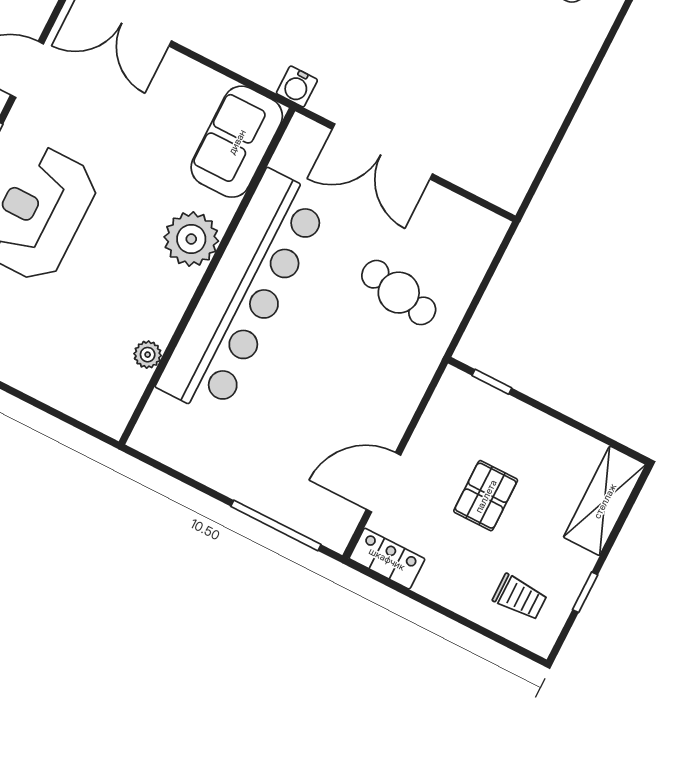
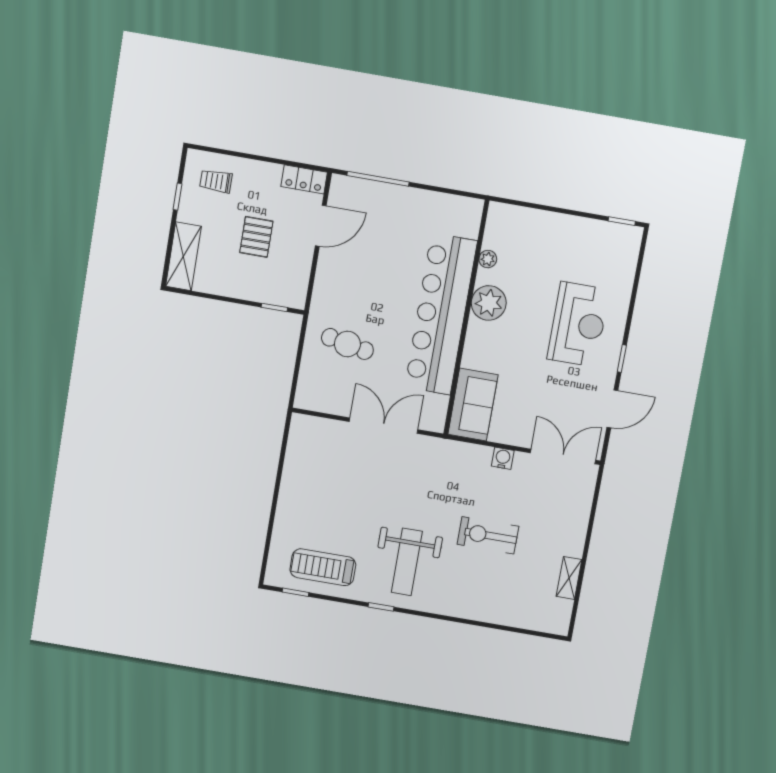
water cooler: (297, 87) -> (503, 458), moved
plant: (191, 239) -> (489, 303), moved

